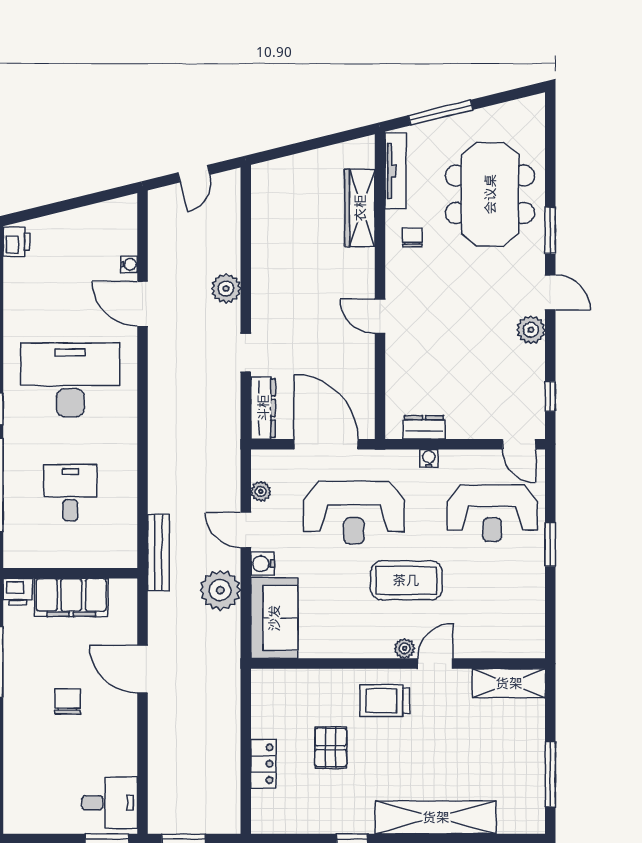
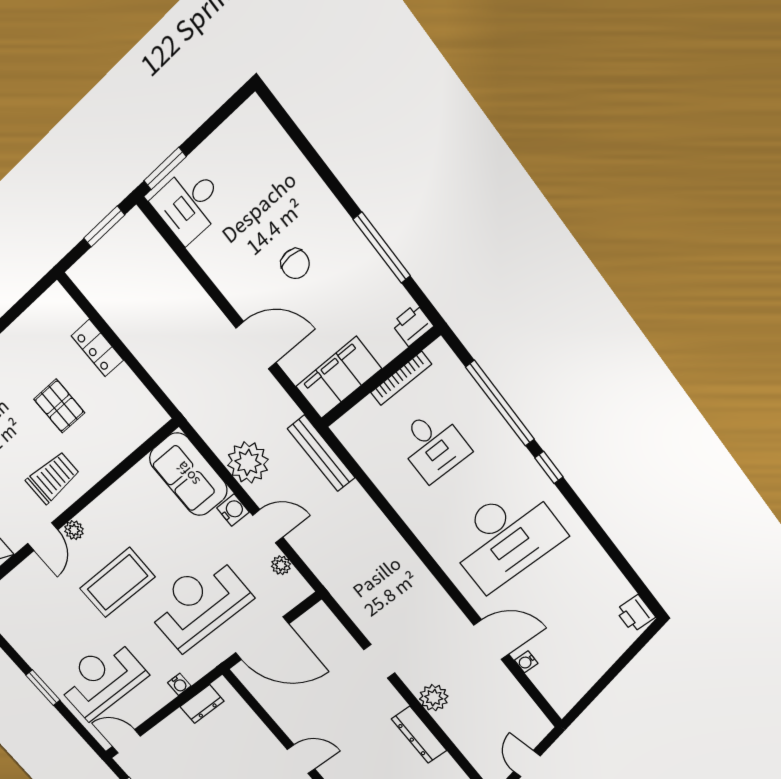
dresser: (263, 408) -> (419, 735), moved
bookcase: (56, 560) -> (401, 378), added
filing cabinet: (71, 597) -> (339, 378), moved

